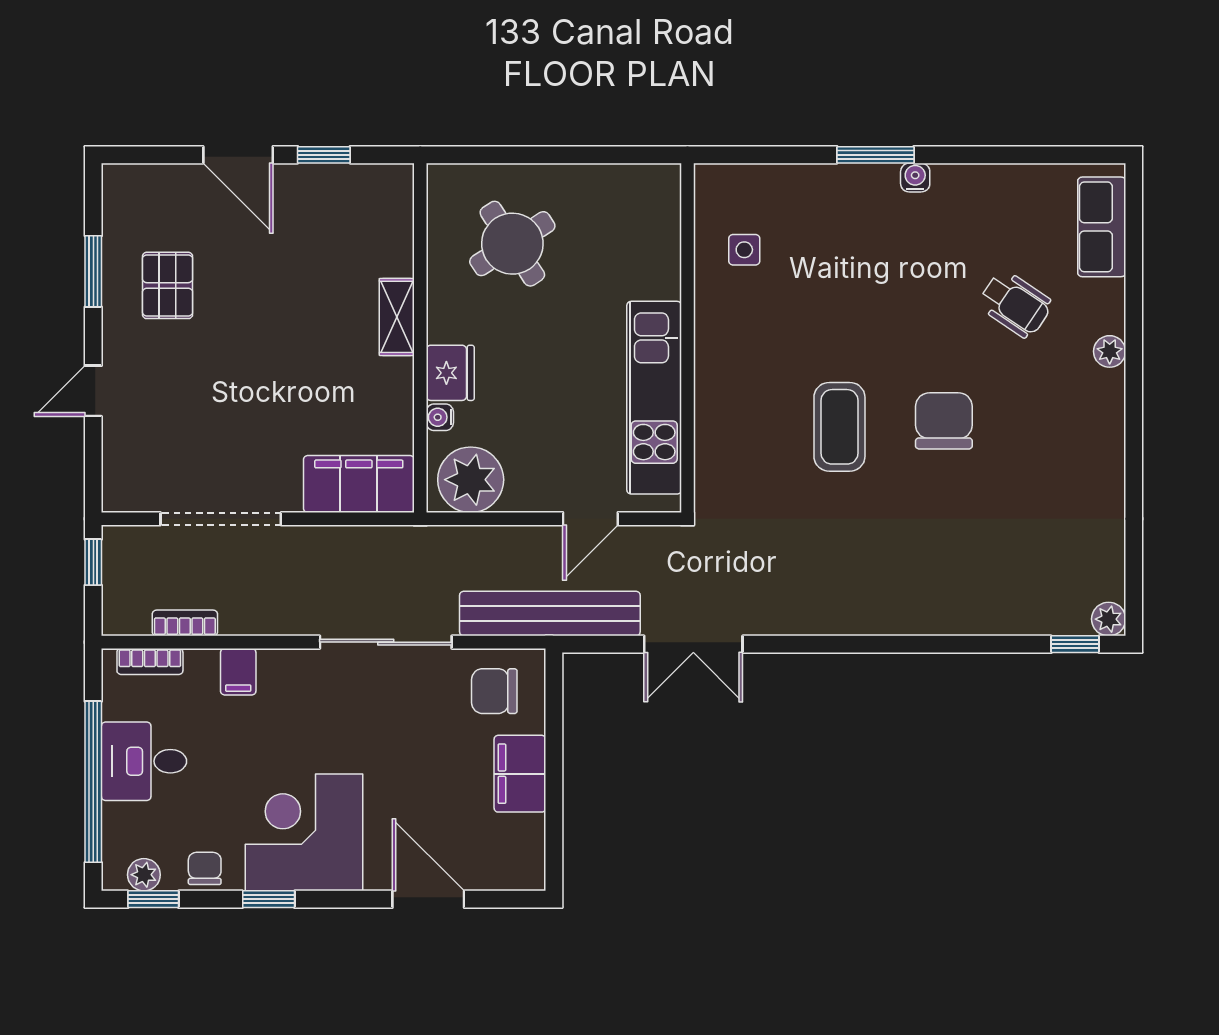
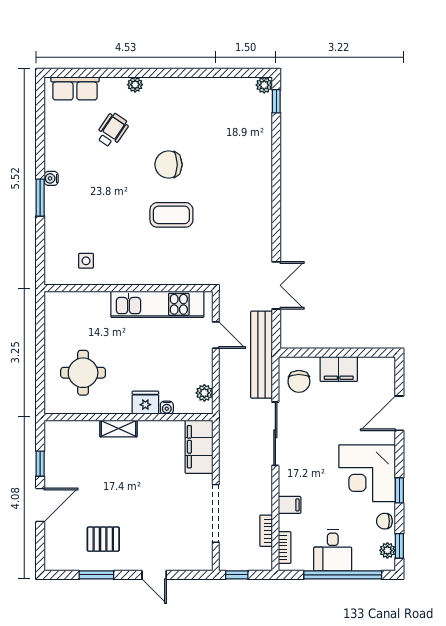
round table: (512, 244) -> (83, 373), turned 33
plant: (471, 480) -> (204, 393), width x0.53, depth x0.53

